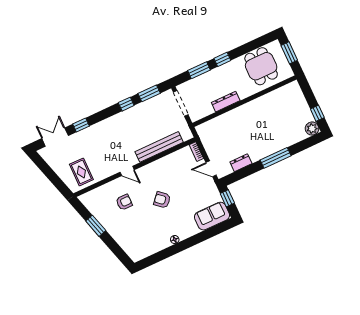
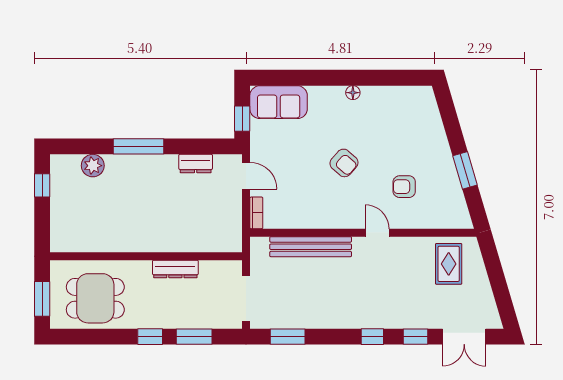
dining table: (261, 66) -> (95, 298), turned 90
window: (126, 104) -> (372, 337), moved
plant: (312, 129) -> (93, 166), moved

